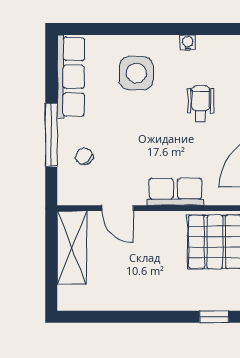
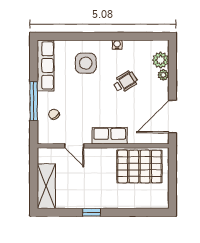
wheelchair: (201, 104) -> (125, 82), turned 58
shelving: (72, 248) -> (46, 186), moved
window: (214, 317) -> (91, 212), moved

